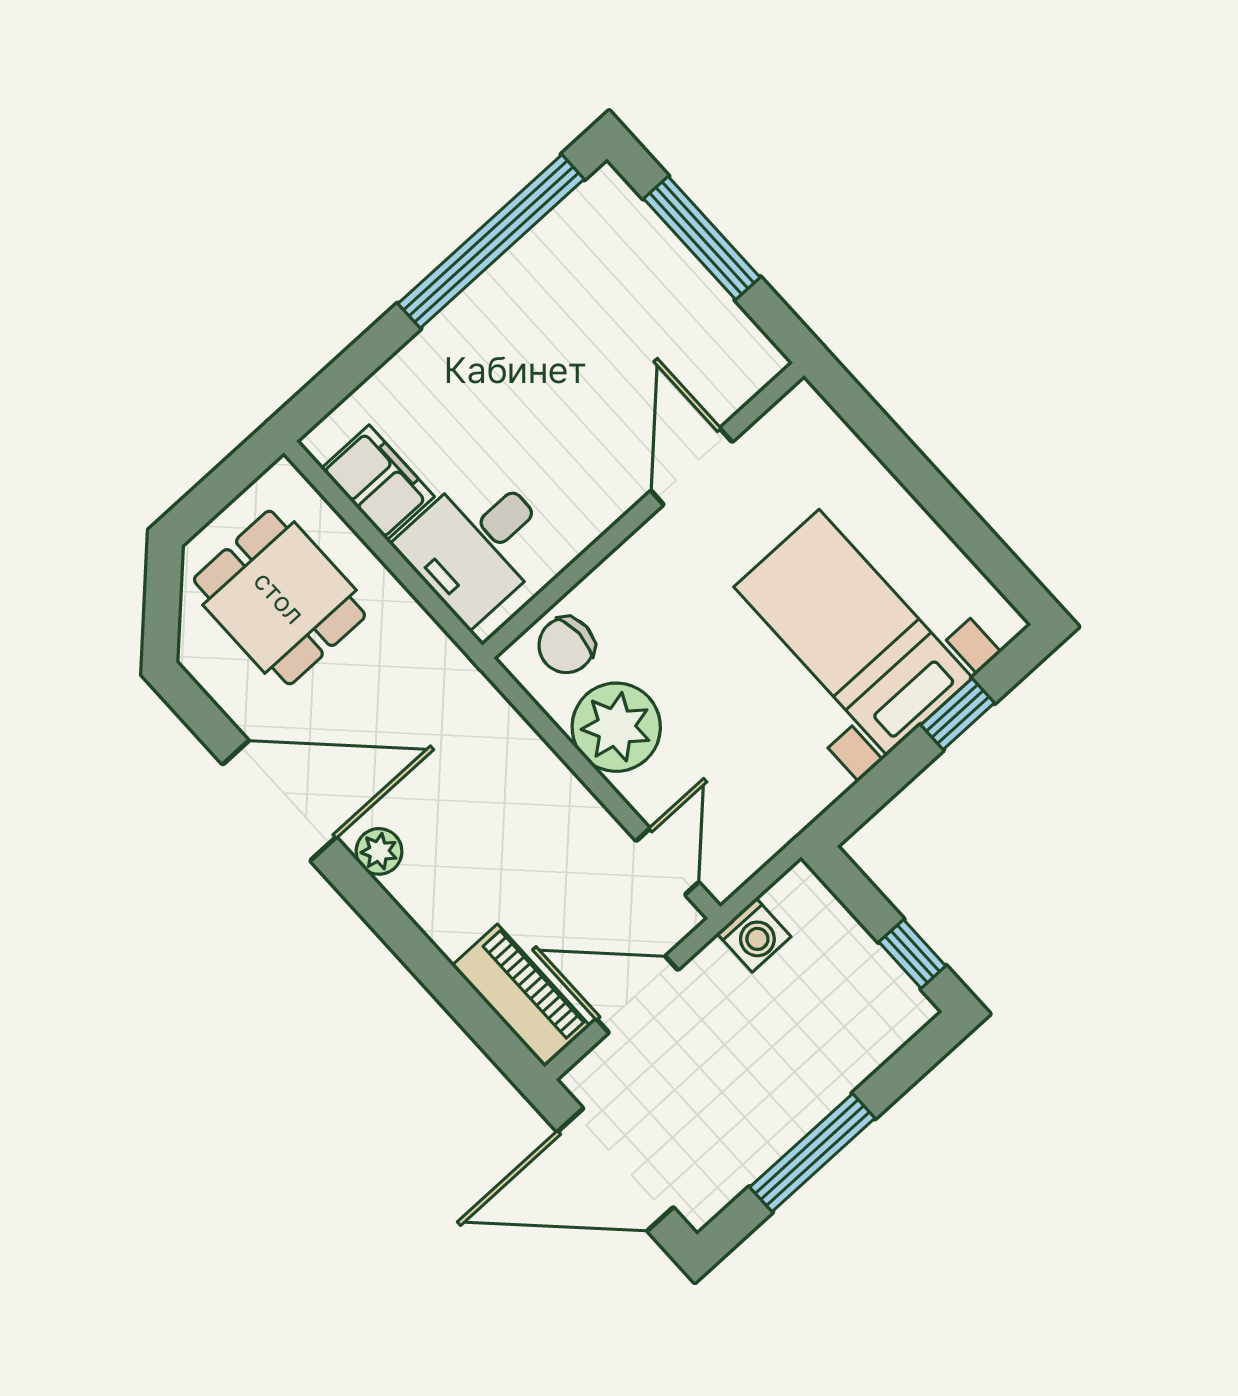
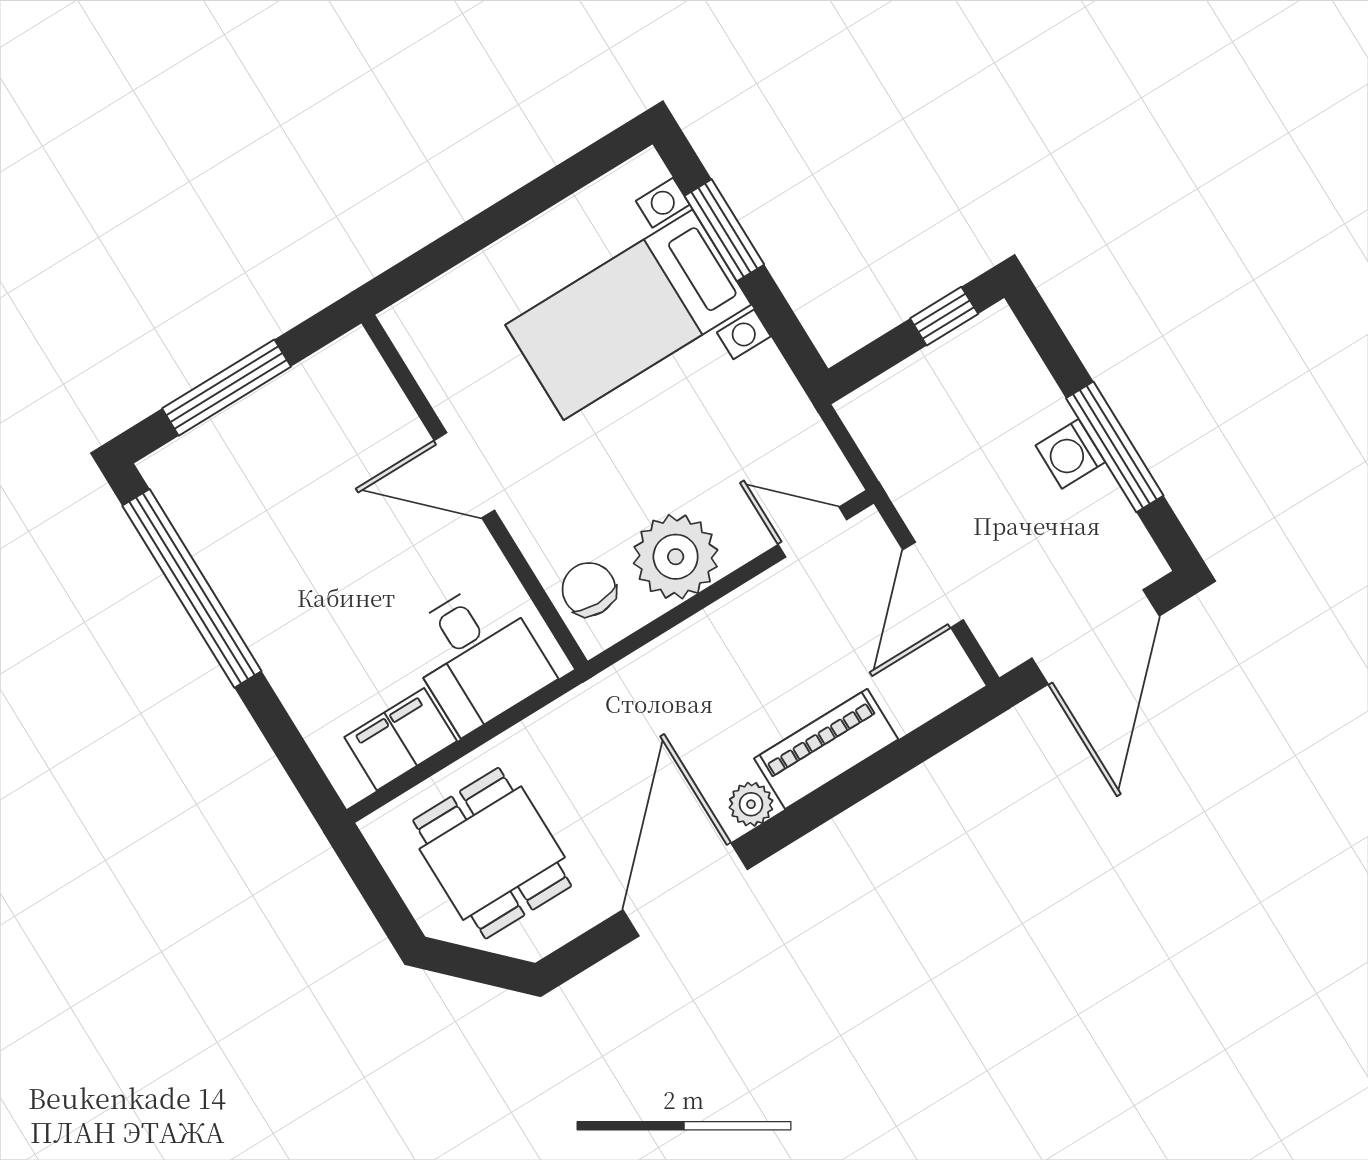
door: (692, 466) -> (464, 475), moved
dining table: (279, 598) -> (492, 853), turned 90
chair: (566, 645) -> (589, 589), turned 180
window: (958, 714) -> (724, 230), width x1.50
washing machine: (754, 935) -> (1070, 454), moved, turned 180
piano: (521, 996) -> (826, 749), moved

